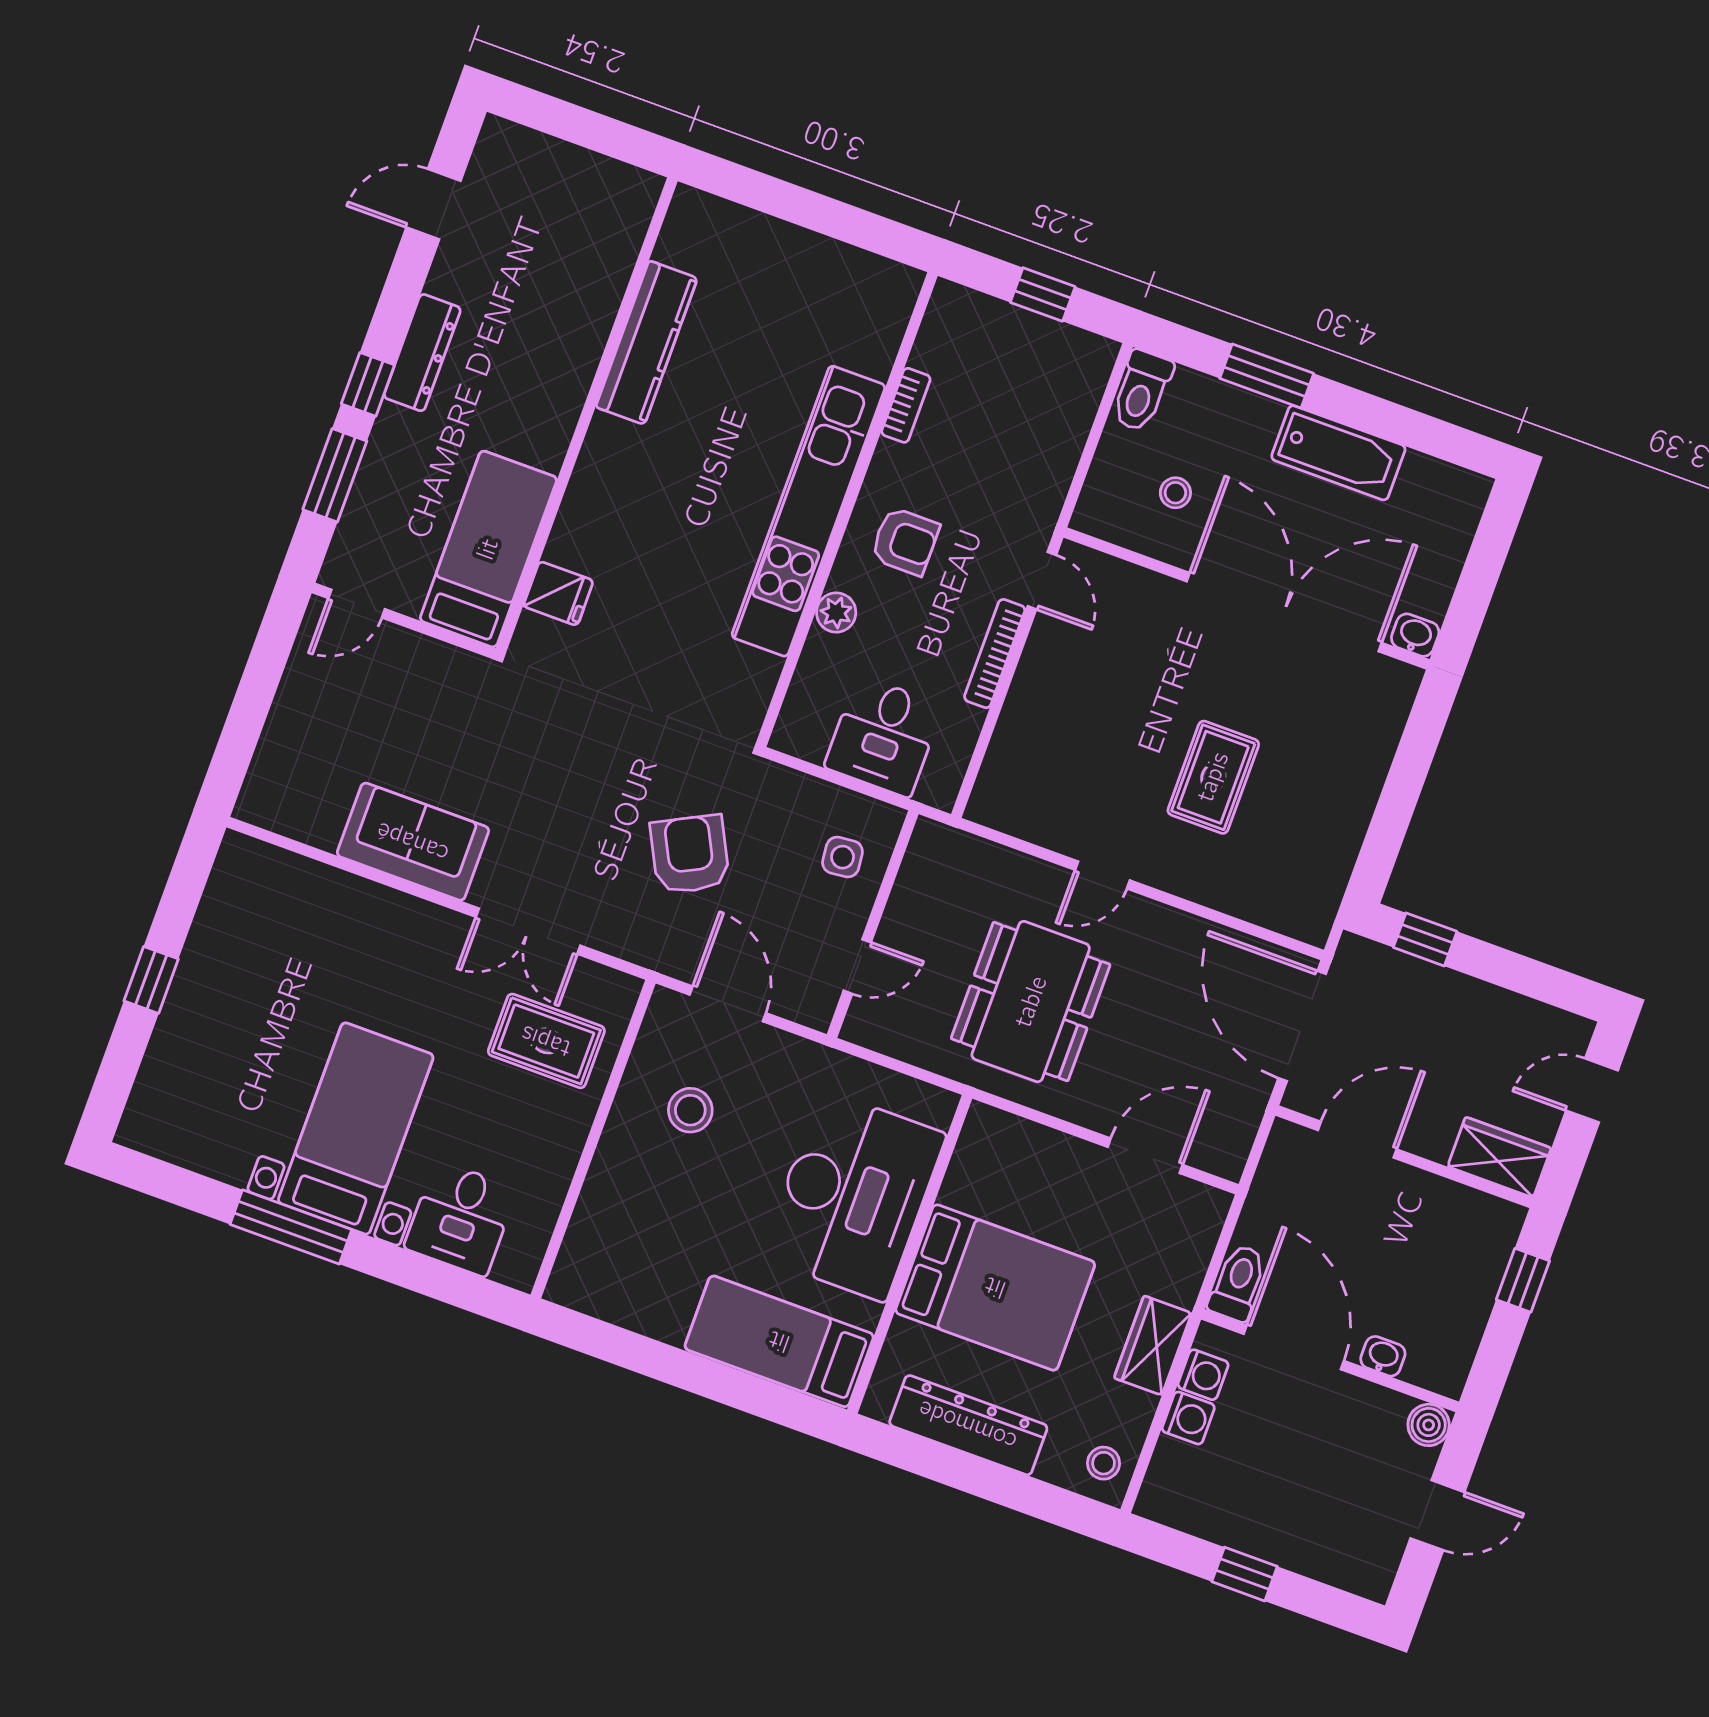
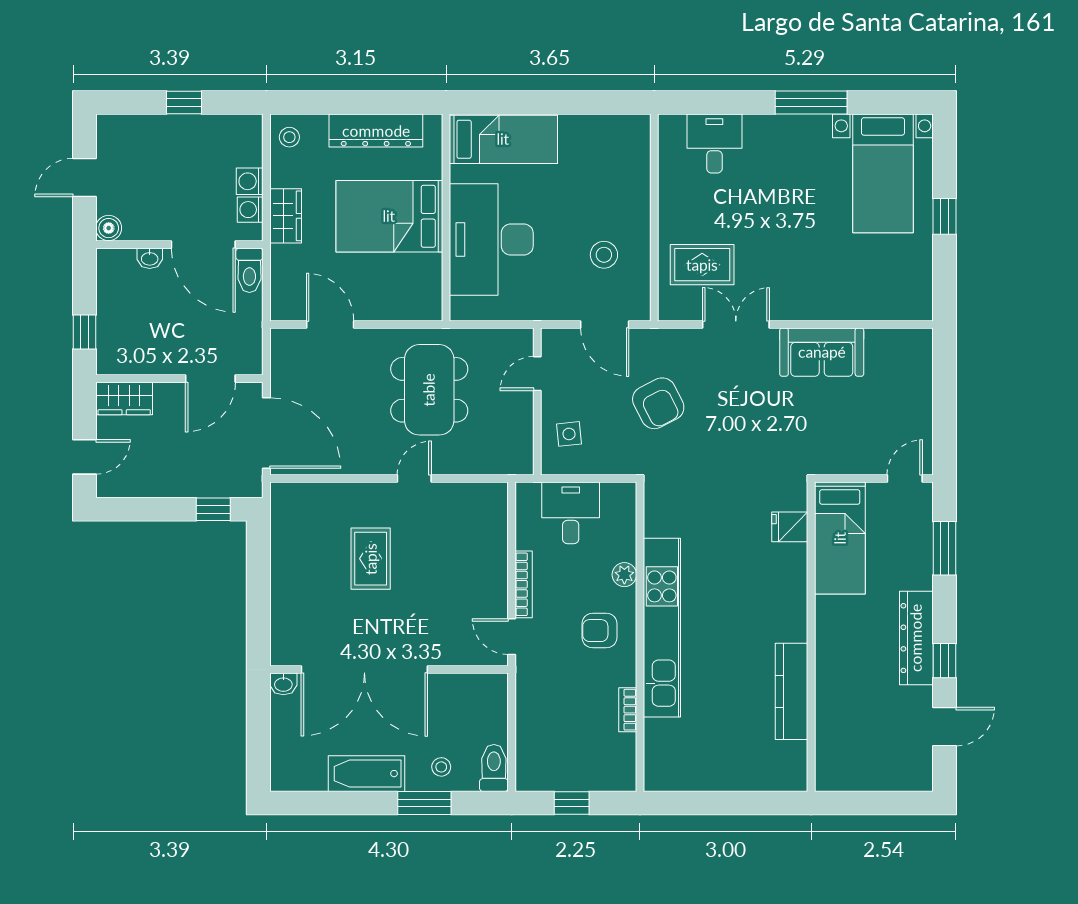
dresser: (422, 353) -> (916, 638), width x1.37, depth x1.24
window: (368, 384) -> (945, 661), moved
stool: (1175, 493) -> (441, 767), moved
bed with nightstands: (356, 1129) -> (883, 173), moved
door: (1145, 1156) -> (330, 324), swing flipped

